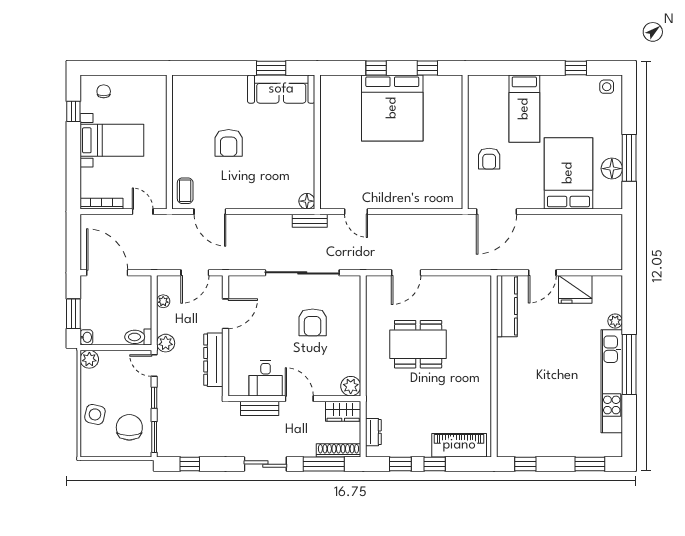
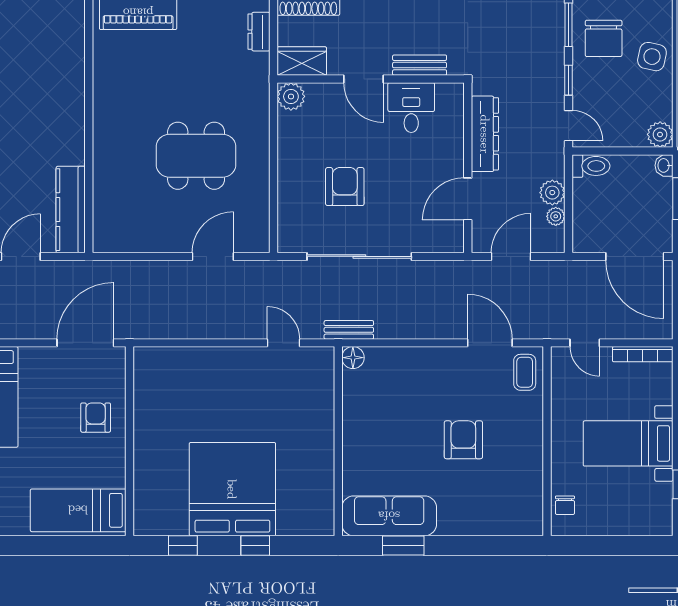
chair: (104, 91) -> (565, 505), moved
bed: (524, 109) -> (78, 510), moved, turned -90
plant: (166, 343) -> (552, 193), moved

